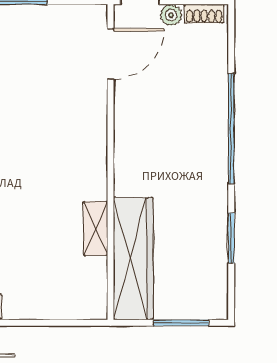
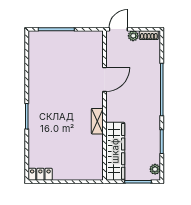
door: (111, 54) -> (104, 79), moved
shelving: (95, 228) -> (97, 121), moved
plant: (217, 296) -> (155, 169), added

